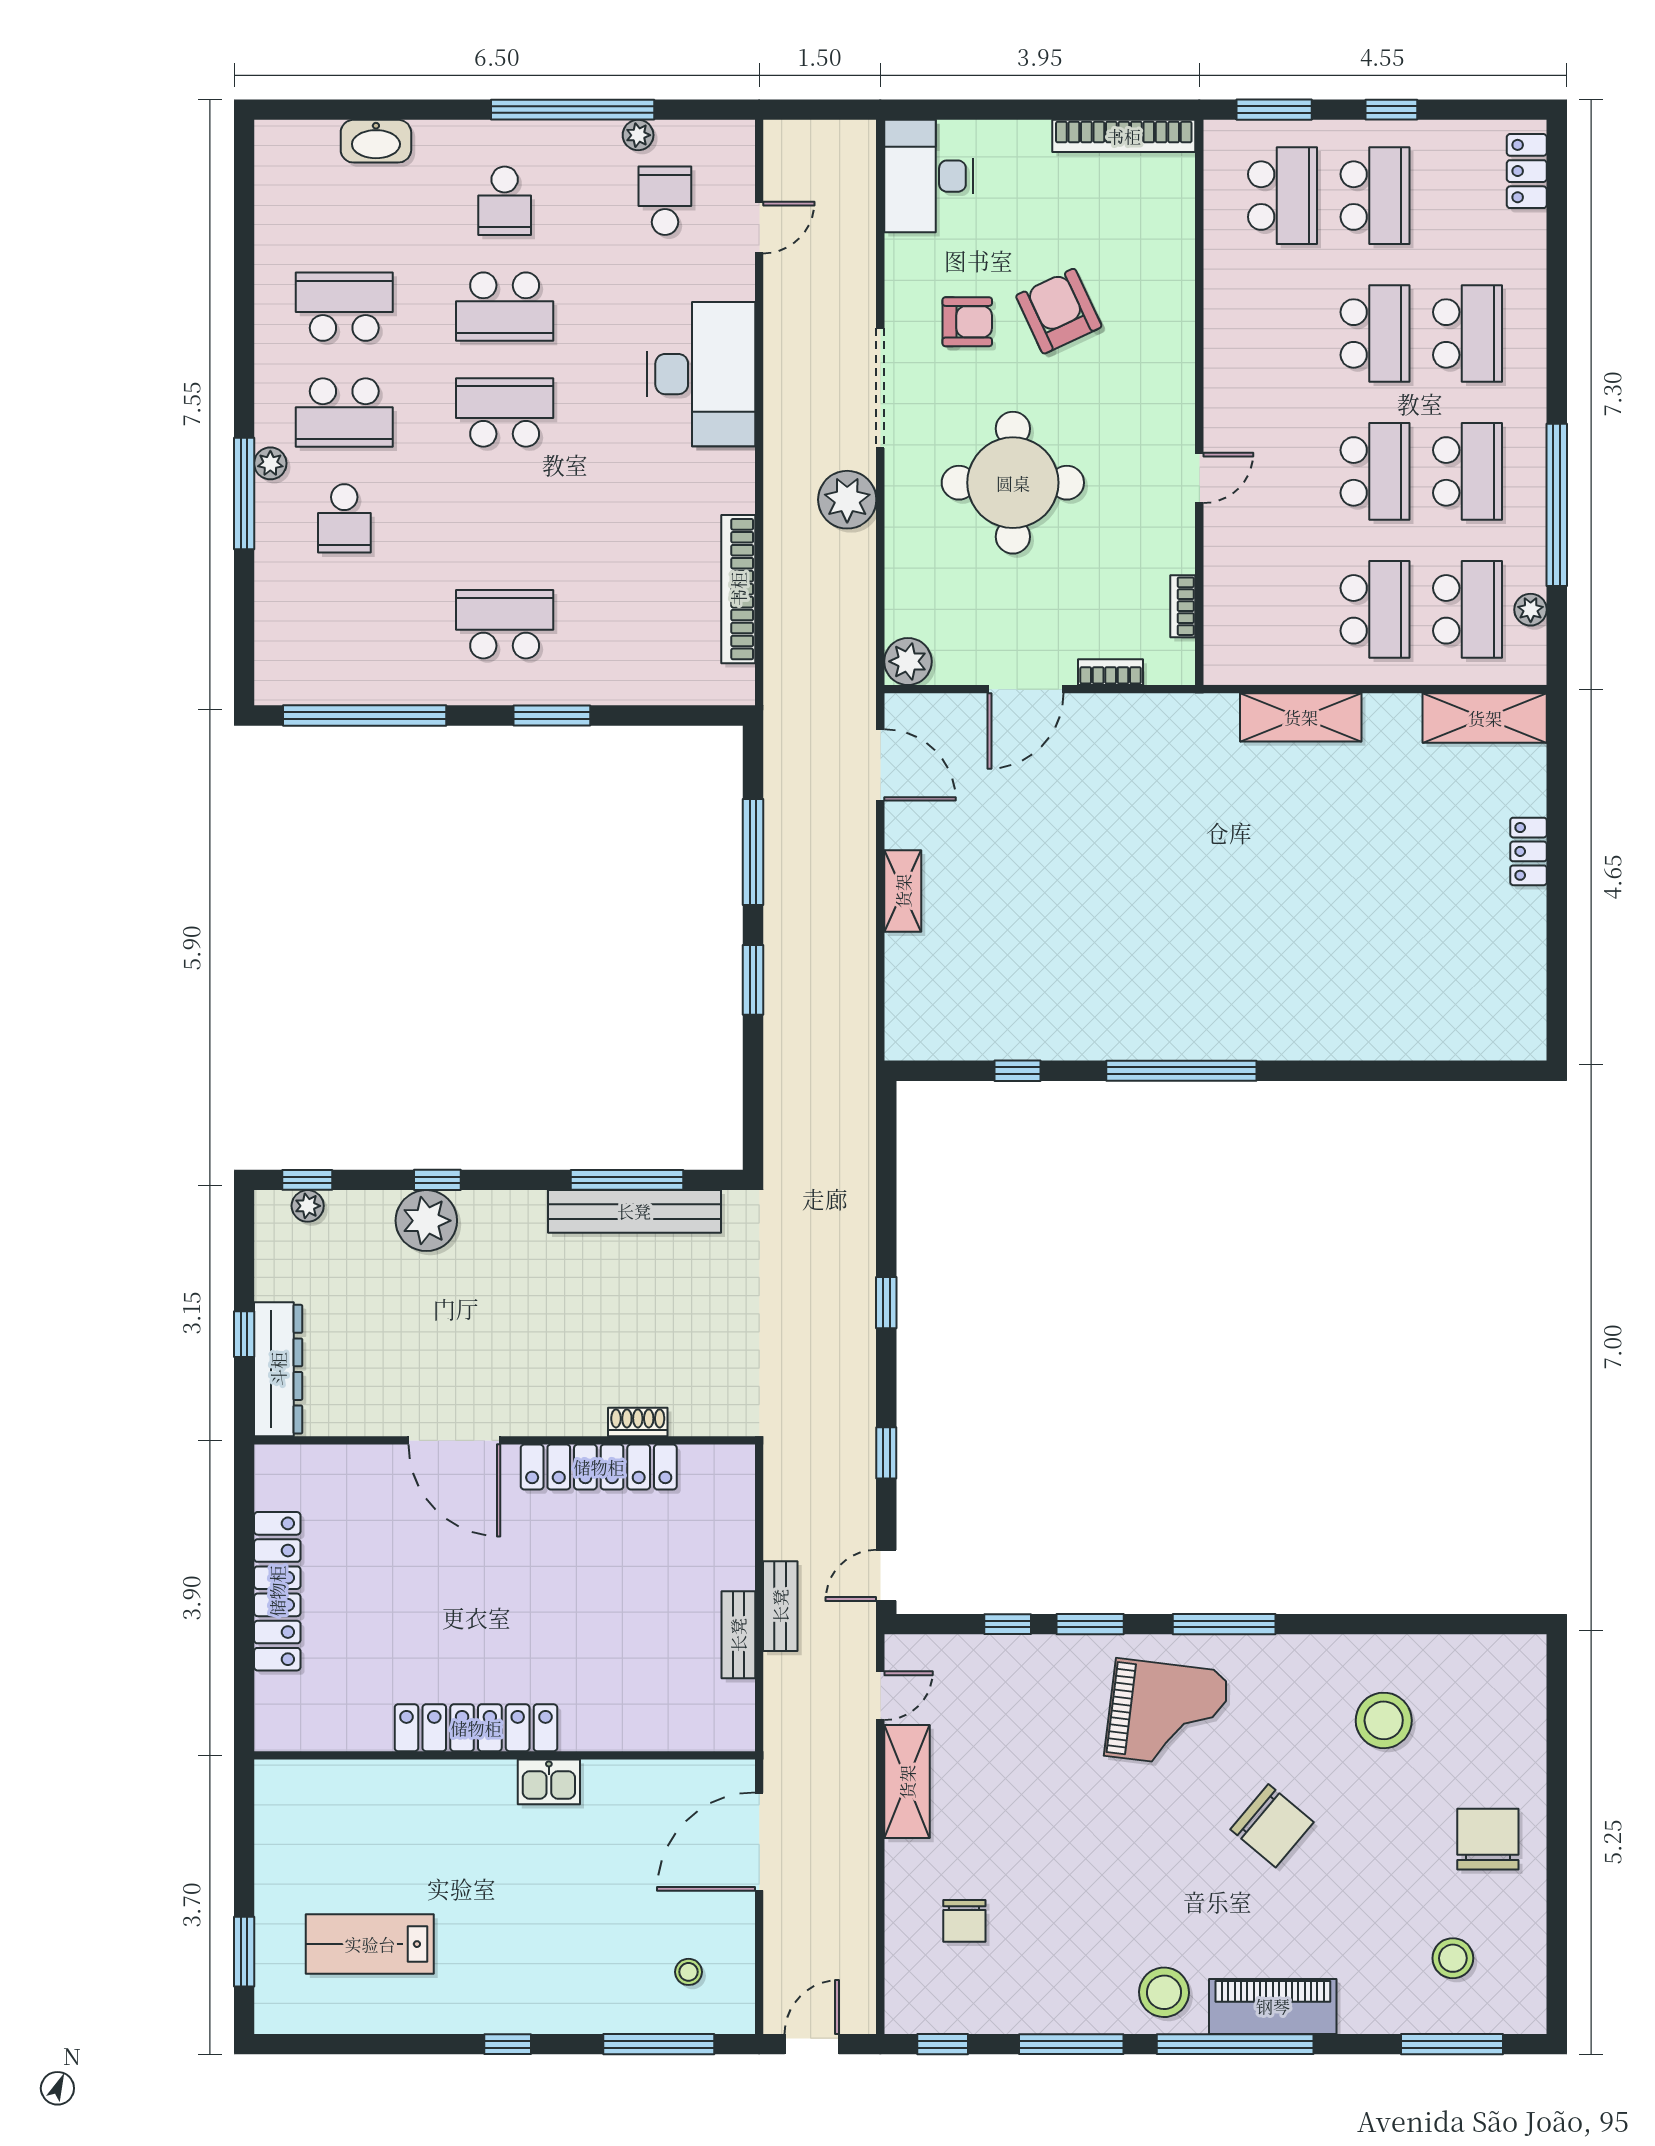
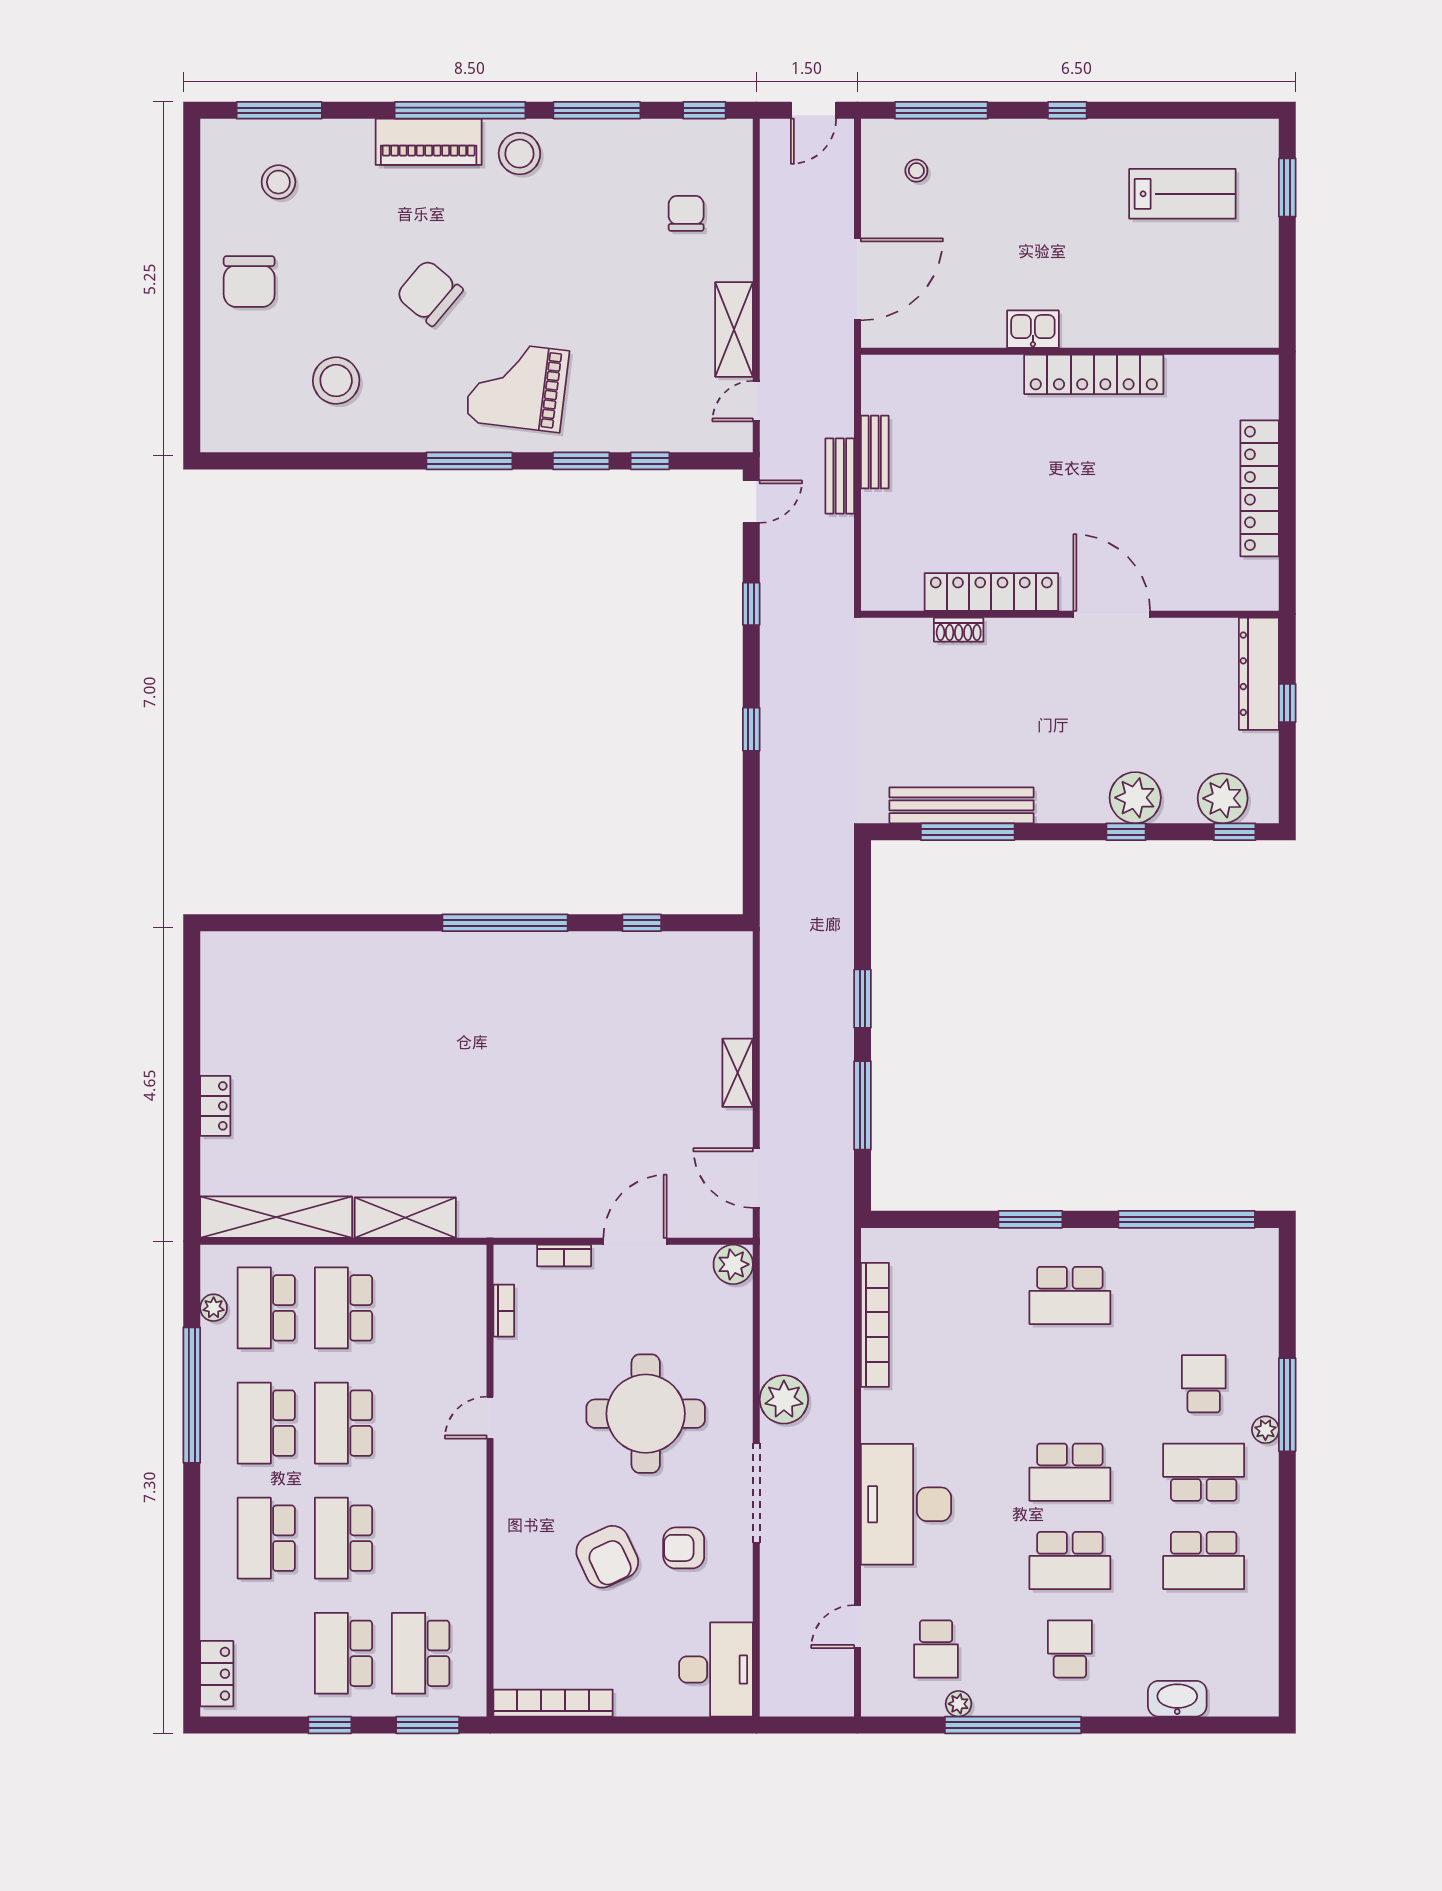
school desk: (505, 307) -> (1070, 1561), turned 180
shelving: (1485, 718) -> (276, 1217), width x1.47
plant: (308, 1206) -> (1223, 798), width x1.88, depth x1.88

